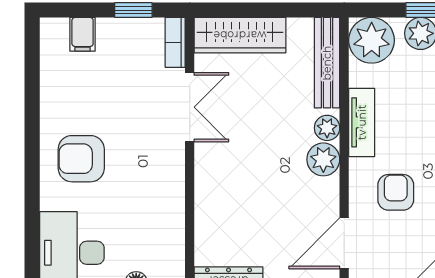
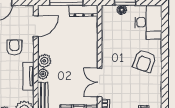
armchair: (81, 159) -> (144, 61), turned 110
armchair: (396, 192) -> (14, 47), turned 180

